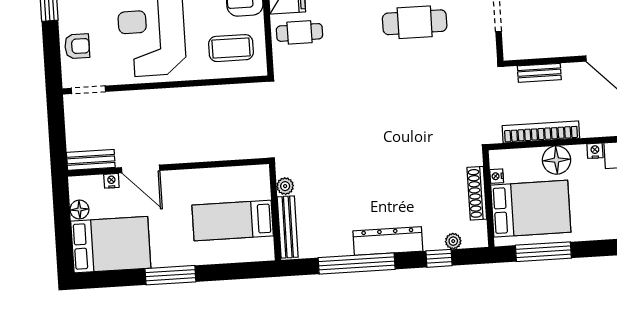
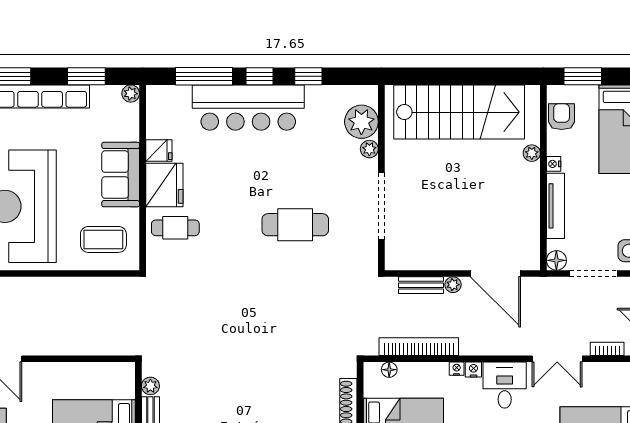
plant: (570, 70) -> (453, 285), added
floor lamp: (557, 160) -> (389, 370), moved, width x0.53, depth x0.53
nightstand: (497, 176) -> (457, 369), moved, turned 90

